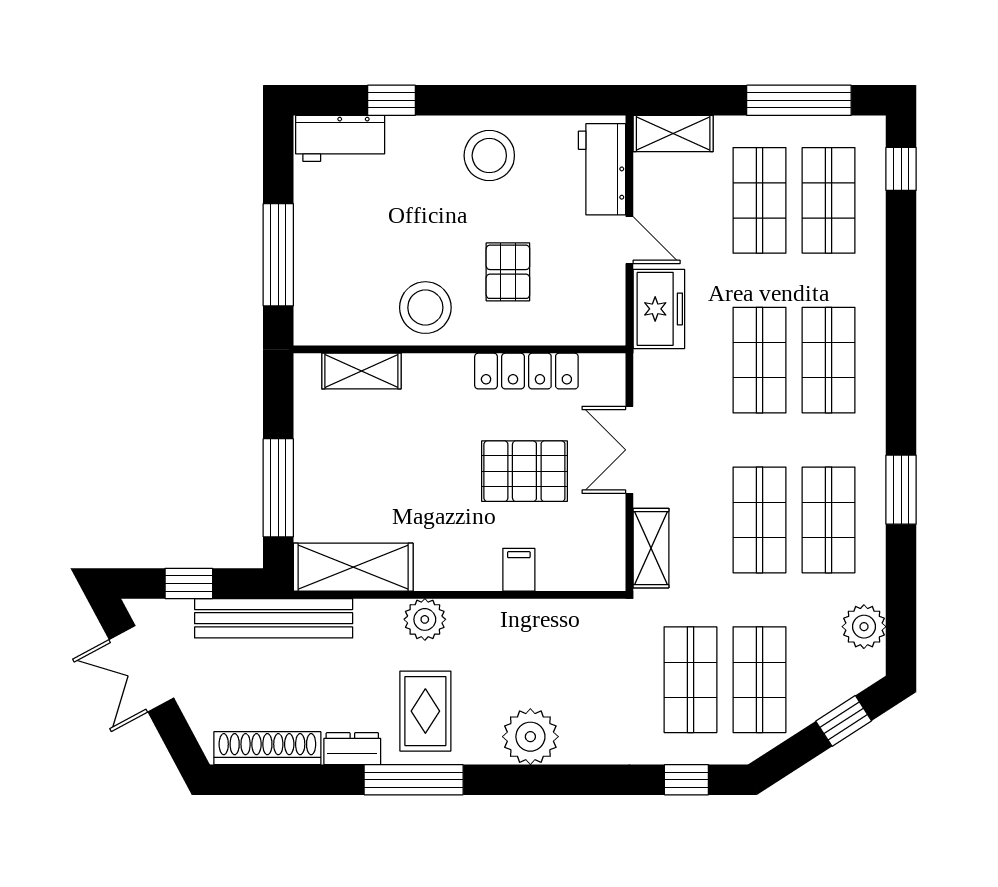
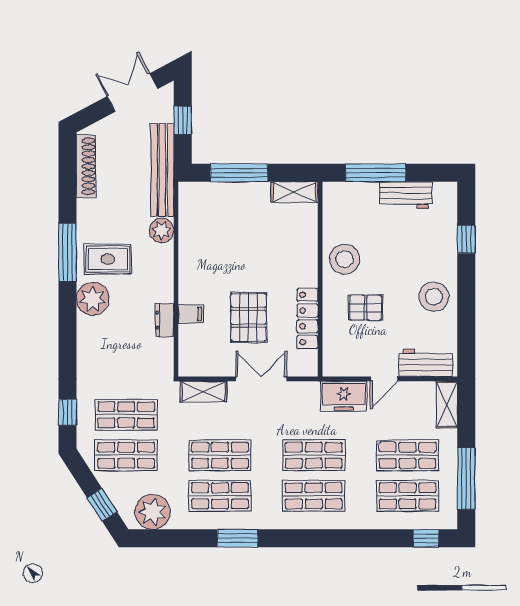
workbench: (340, 138) -> (406, 195), moved, turned -90
shelving: (361, 371) -> (295, 192), moved, turned 90
shelving: (353, 567) -> (192, 217), removed
plant: (425, 619) -> (162, 230), moved
plant: (864, 627) -> (153, 512), width x1.36, depth x1.36
plant: (530, 737) -> (93, 299), moved
dresser: (352, 749) -> (164, 320), moved, turned 180

